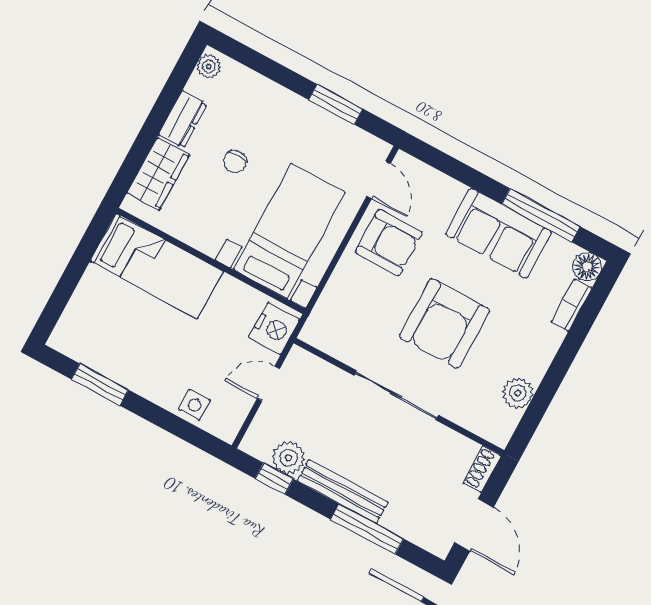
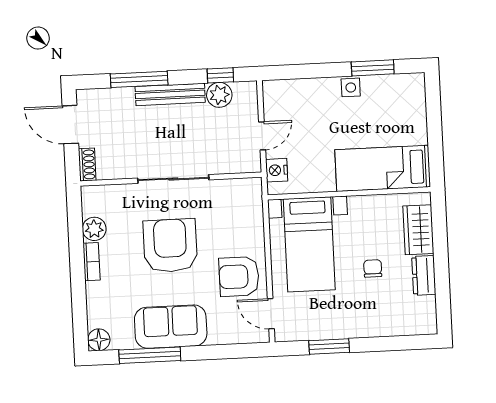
plant: (209, 66) -> (428, 321), removed
bookcase: (571, 305) -> (92, 262), moved
nightstand: (274, 329) -> (277, 170), width x0.74, depth x0.75
side table: (195, 405) -> (351, 87), moved

